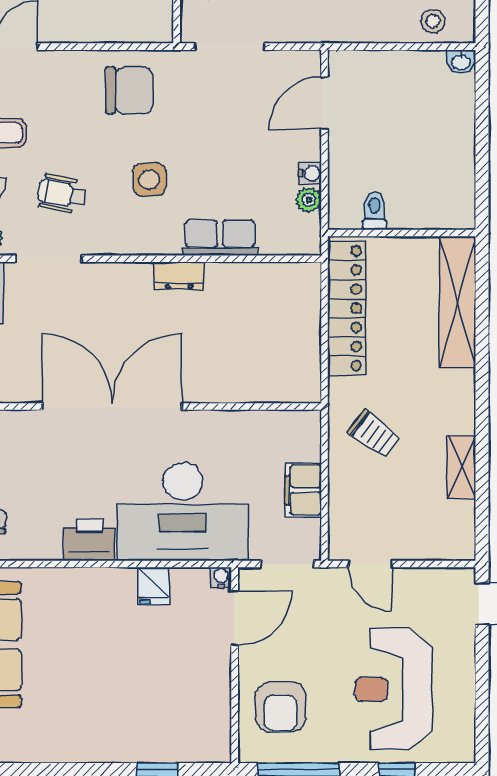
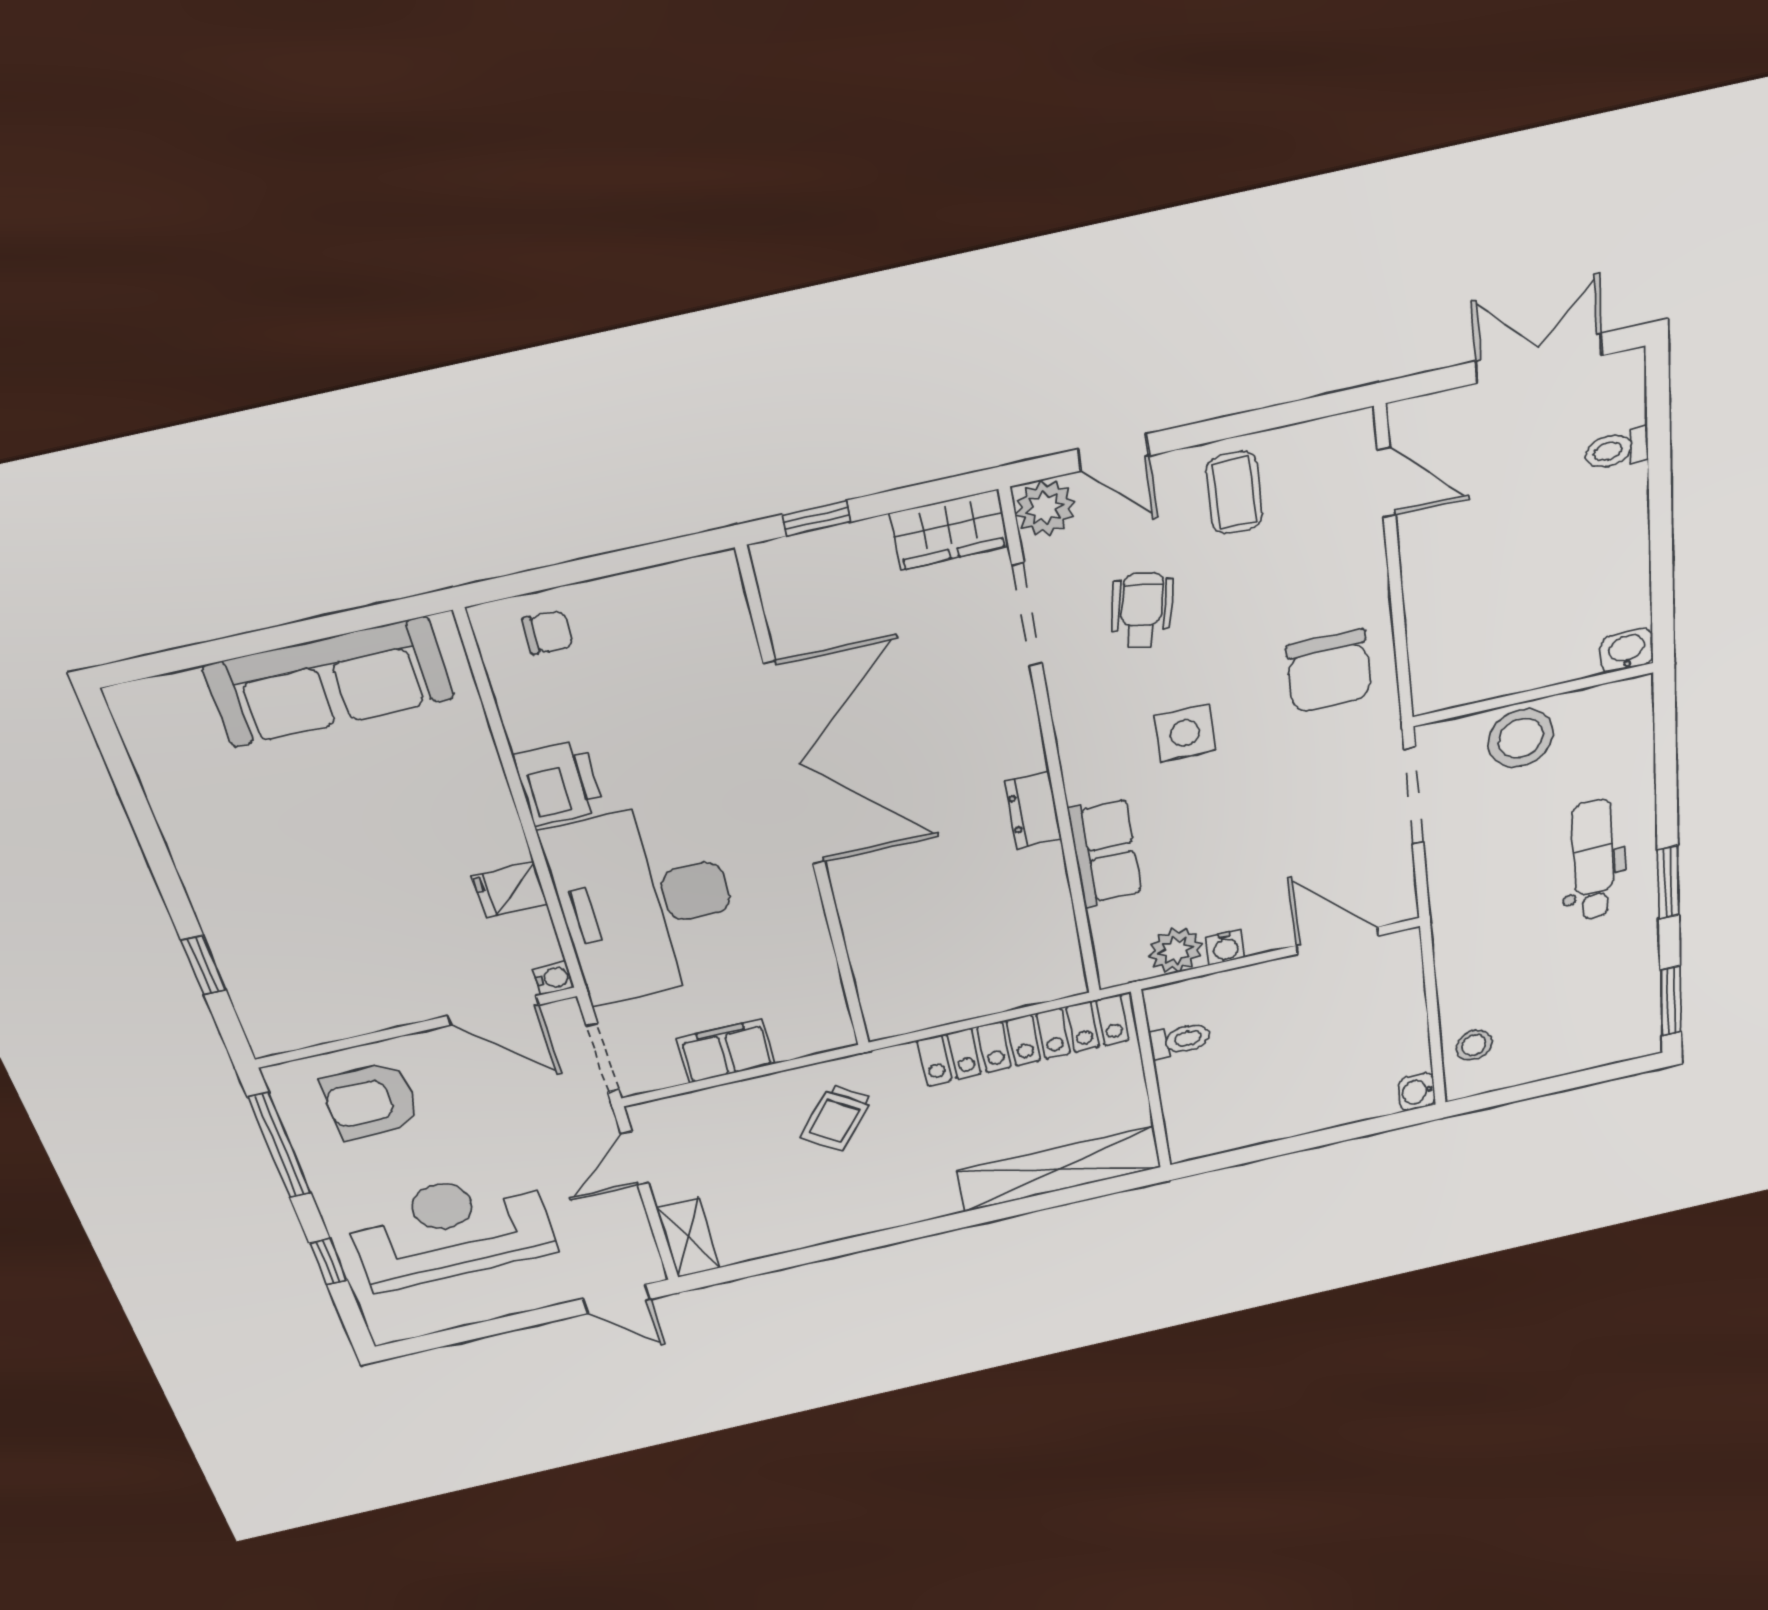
plant: (309, 200) -> (1176, 950), width x1.38, depth x1.38
shelving: (461, 467) -> (688, 1238), moved, turned 90

